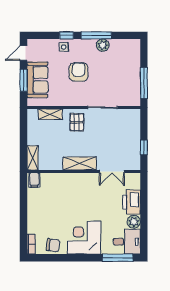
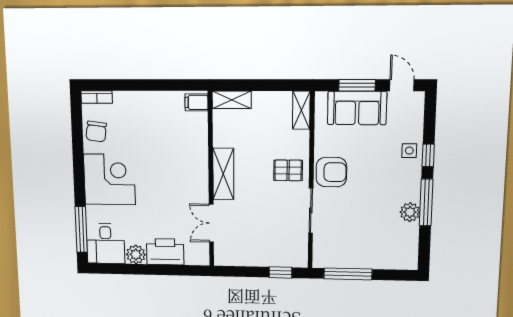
armchair: (79, 72) -> (331, 172), moved
shelving: (50, 114) -> (301, 110), moved
window: (144, 147) -> (281, 272), moved

